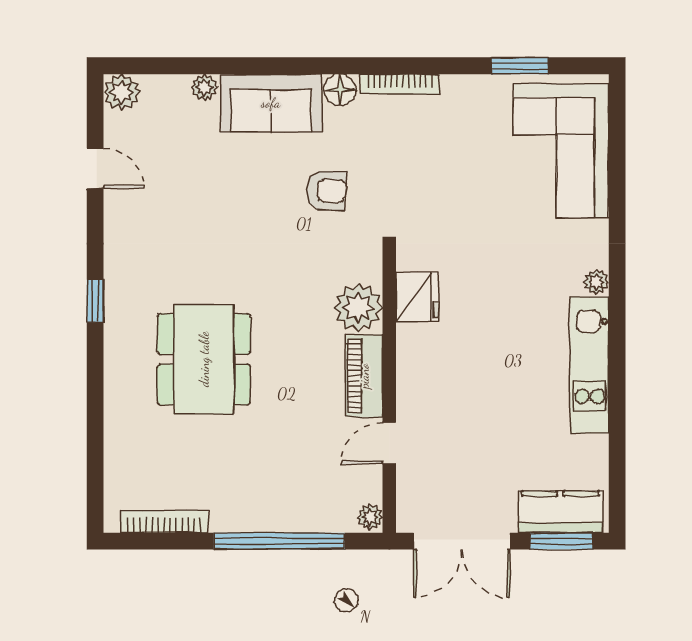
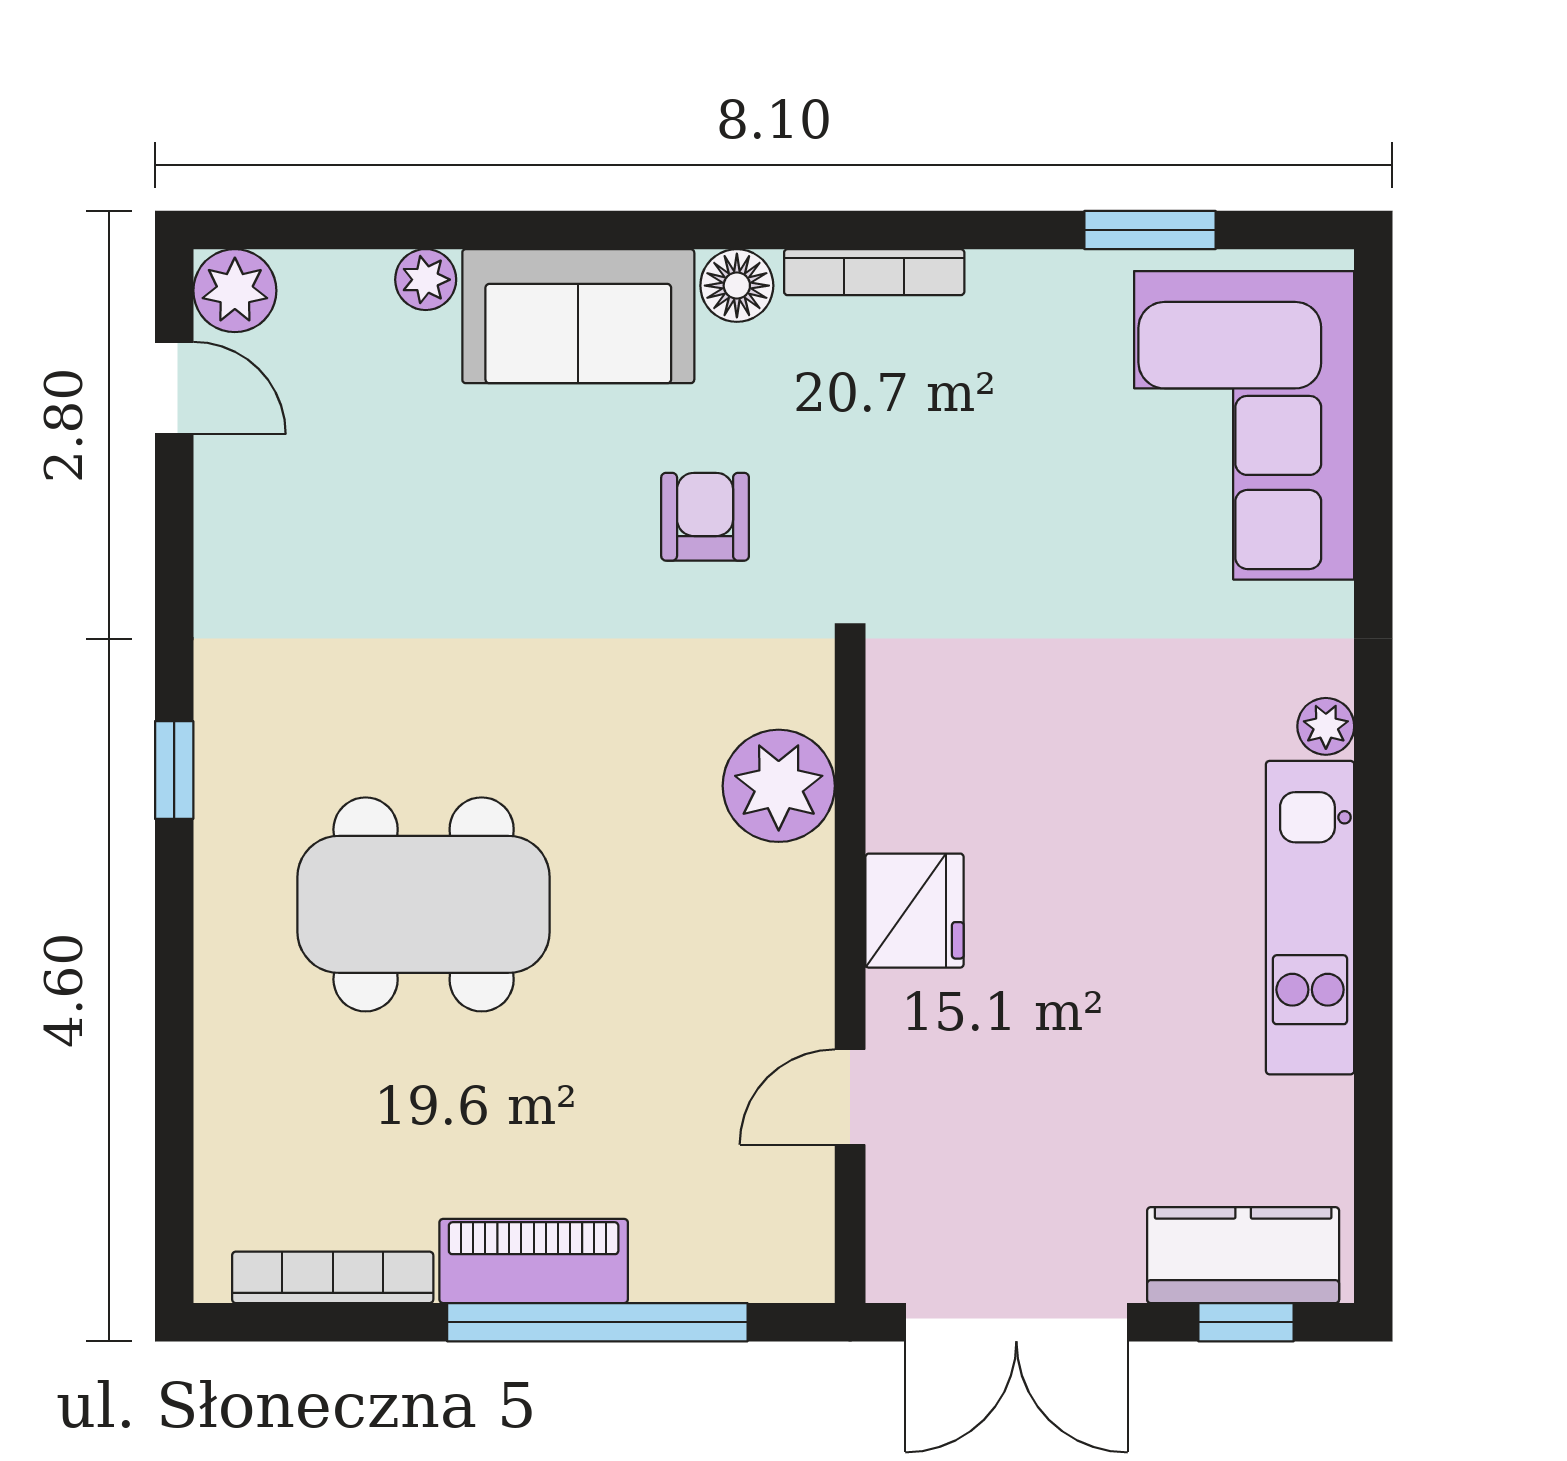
door: (95, 168) -> (174, 388), moved
armchair: (326, 191) -> (705, 517), turned -93
fridge: (417, 297) -> (915, 911), moved
dining table: (204, 359) -> (424, 904), turned 90
piano: (364, 376) -> (534, 1261), moved, turned 90
plant: (370, 517) -> (806, 1267), removed
window: (562, 541) -> (1246, 1322), width x0.67

